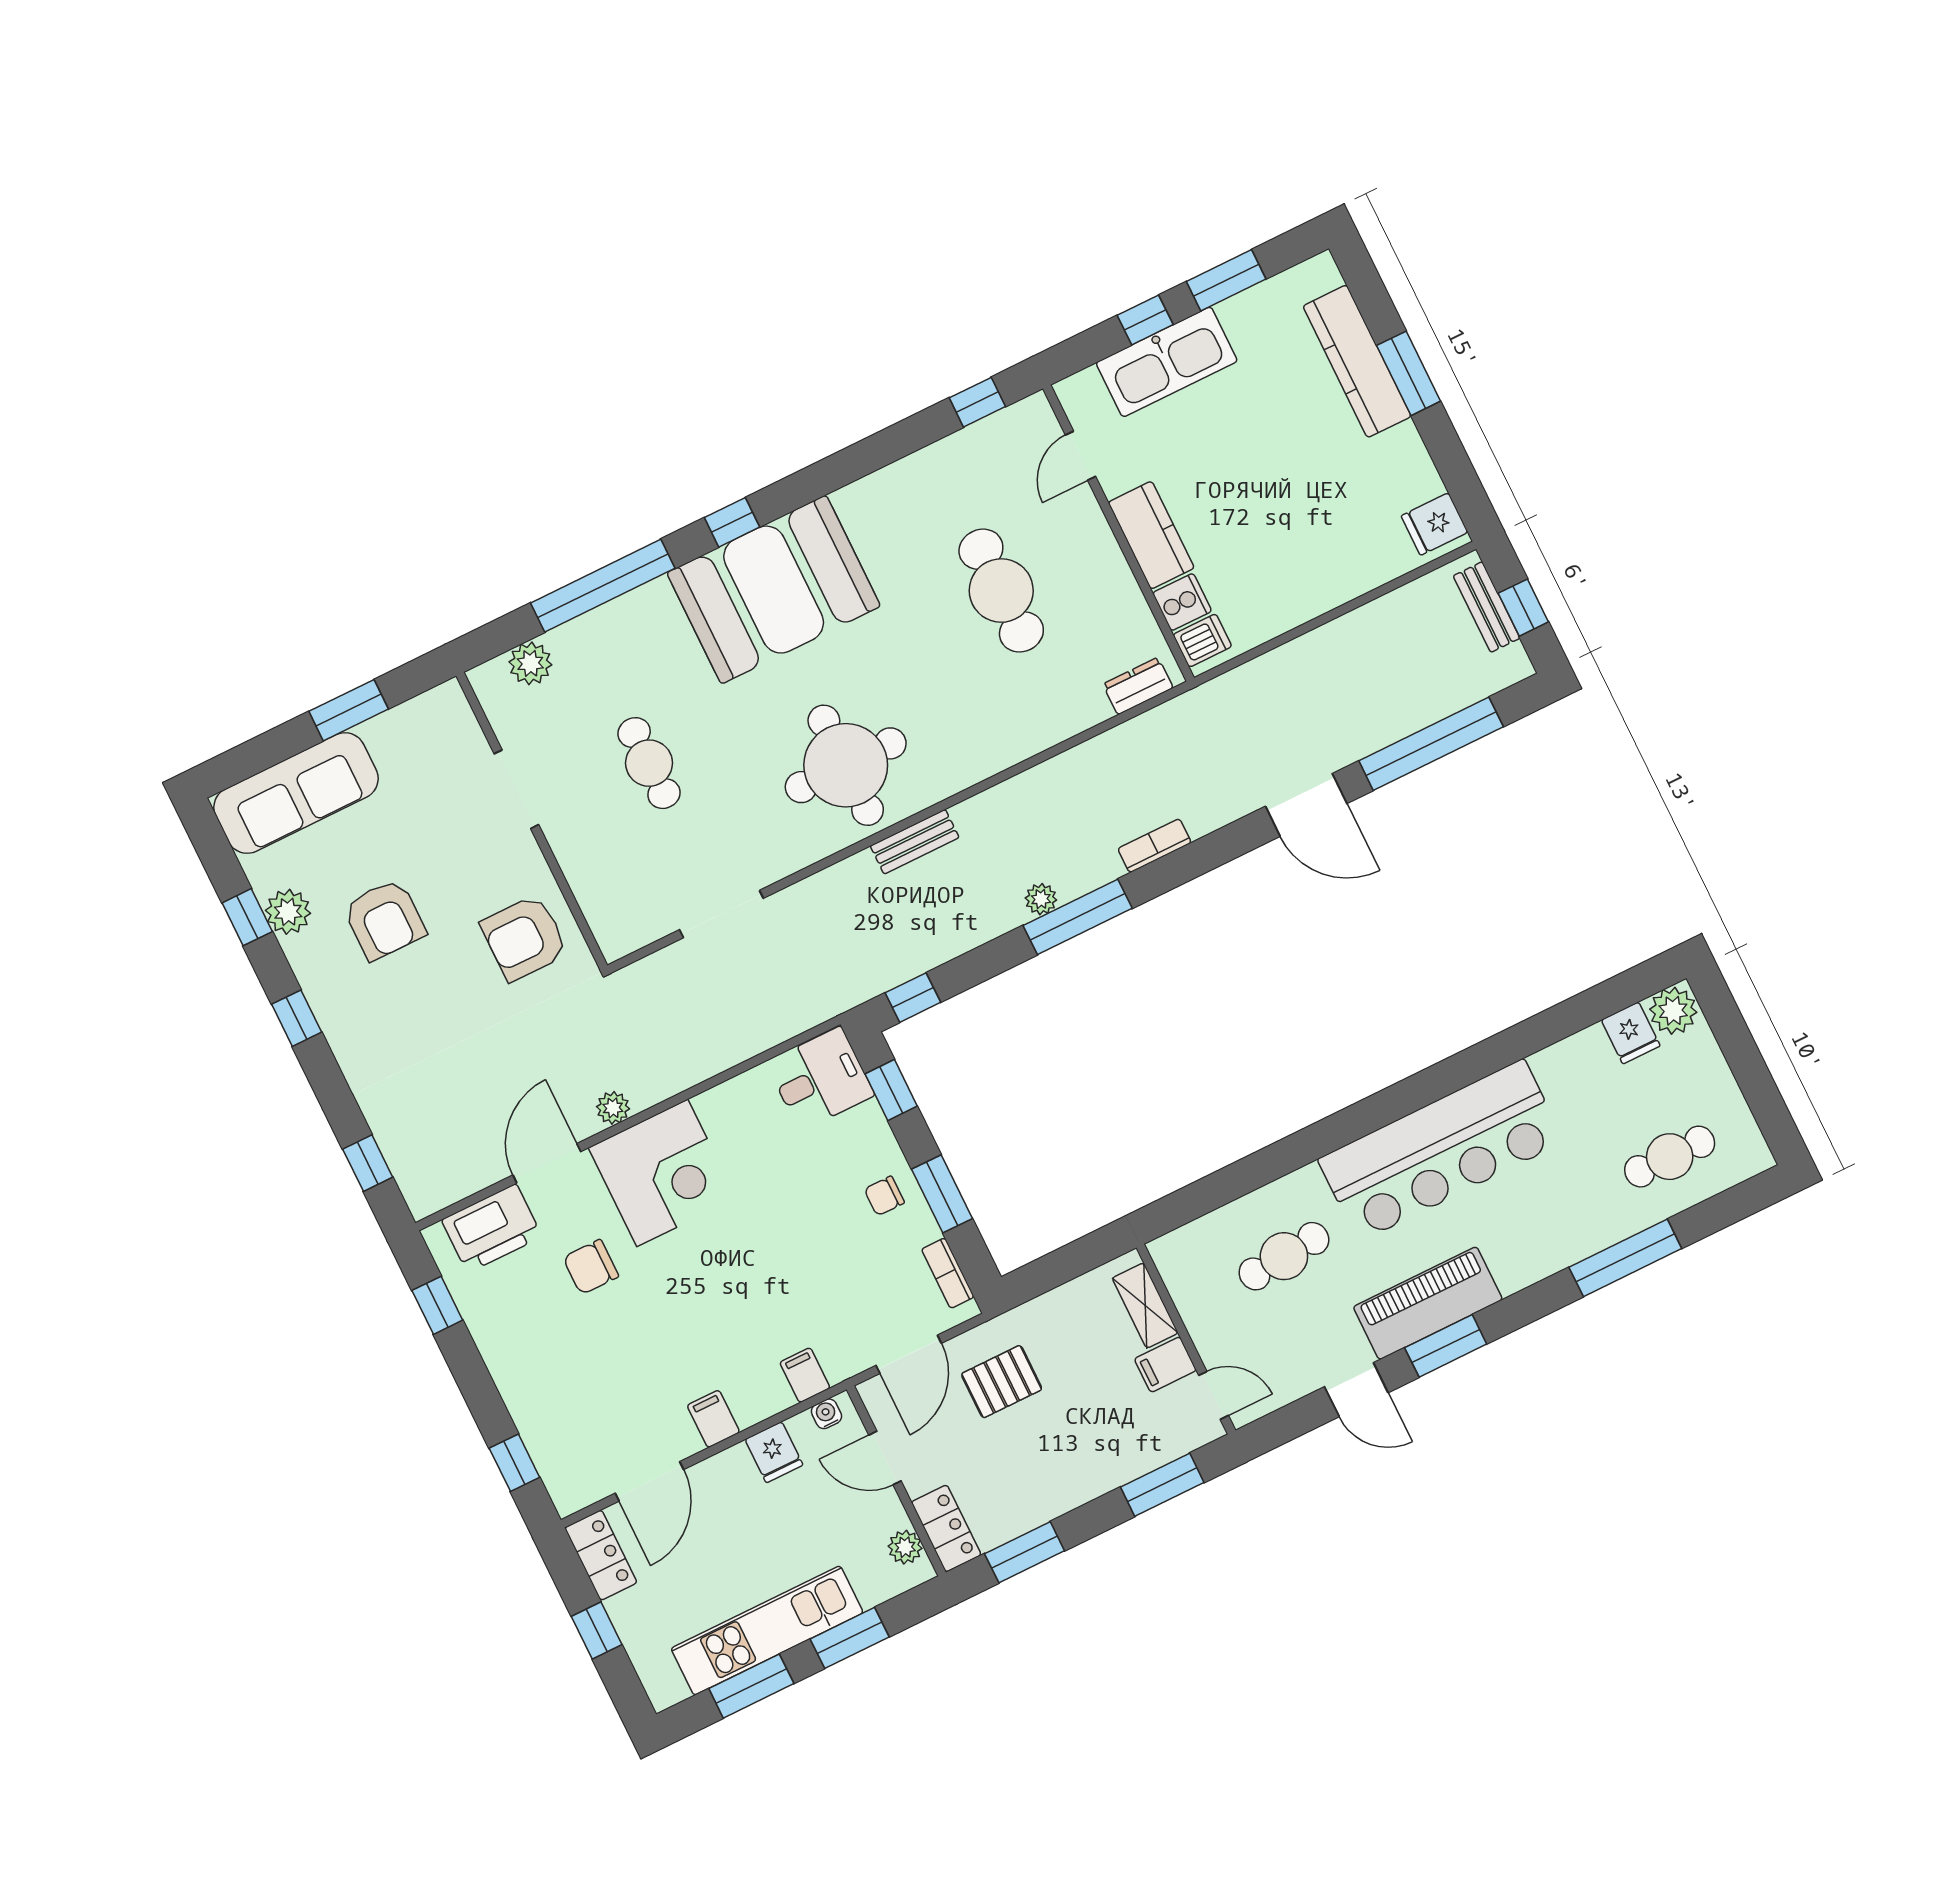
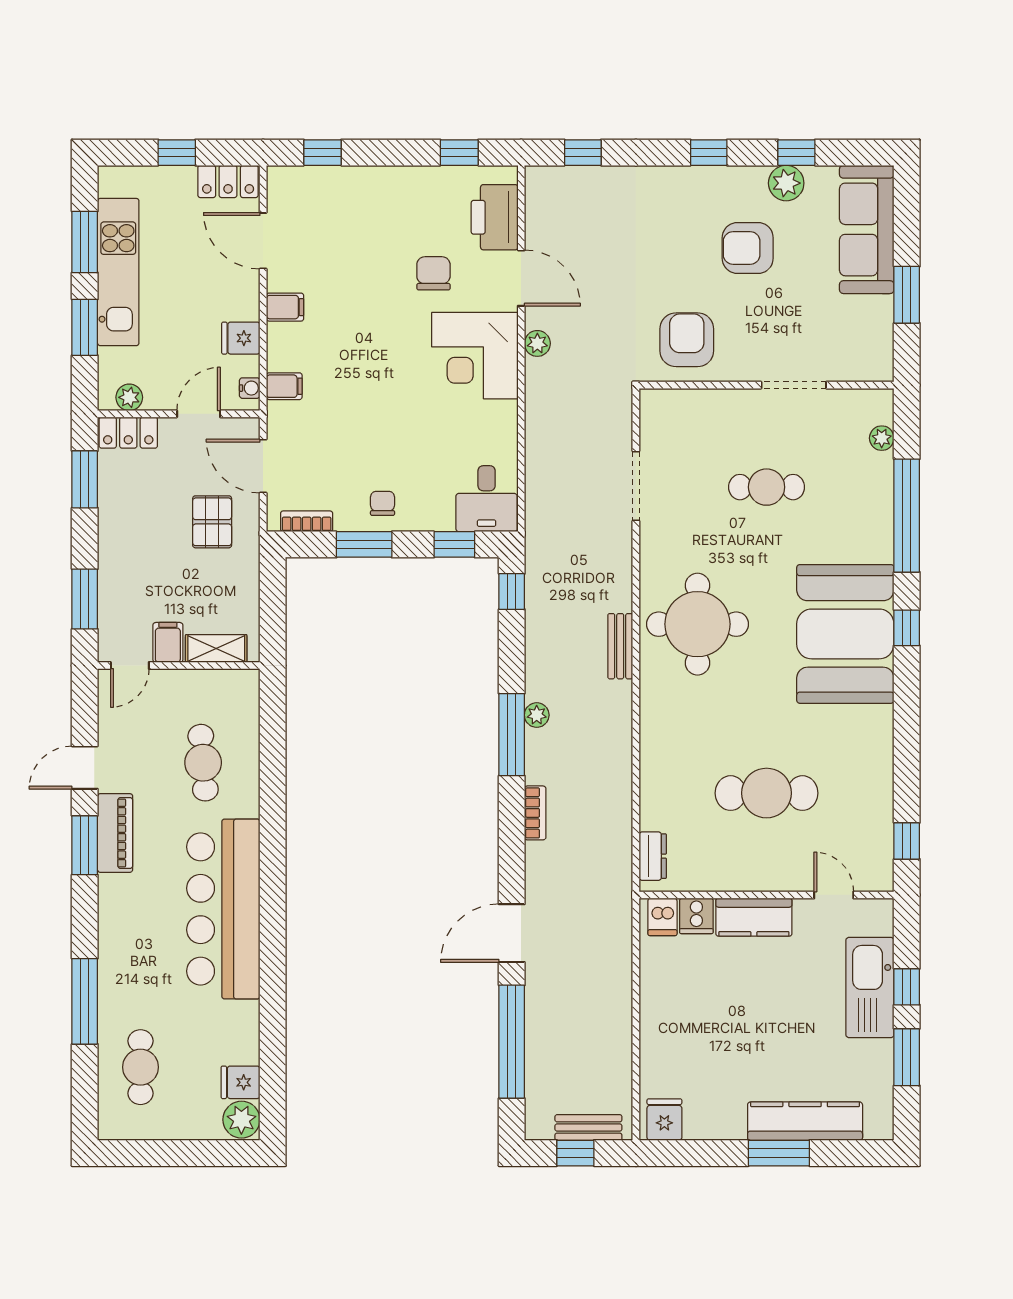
plant: (530, 663) -> (882, 438), width x0.73, depth x0.73
piano: (1428, 1303) -> (115, 833), width x0.73, depth x0.75

